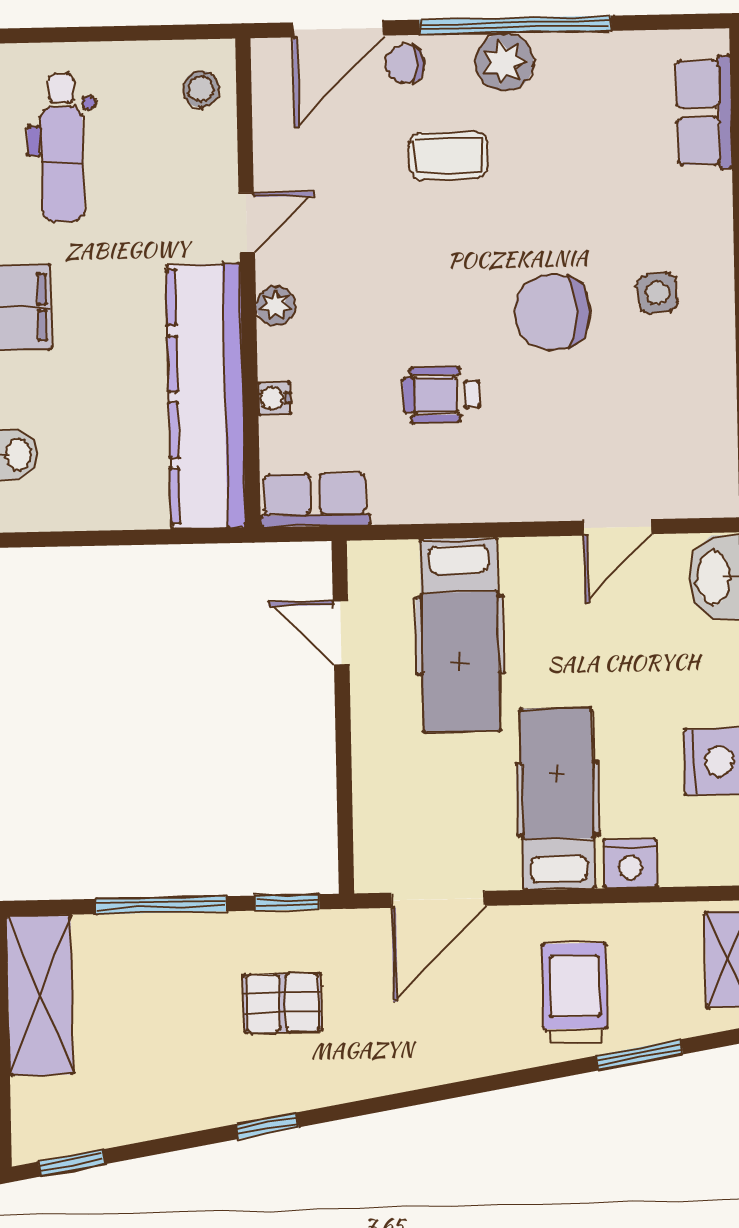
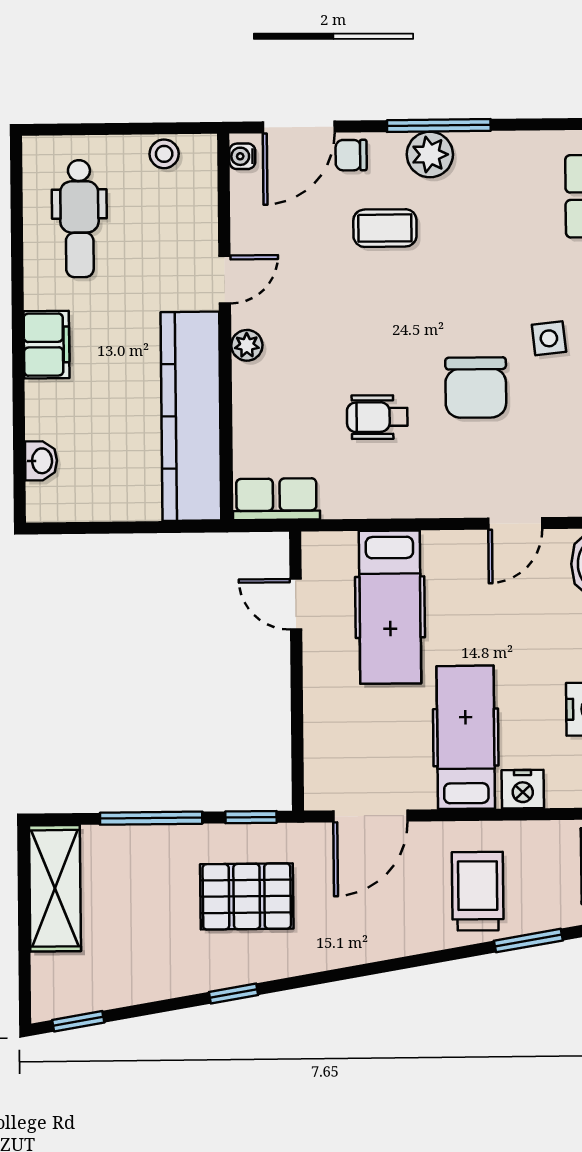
window: (515, 25) -> (439, 126), width x0.68
stool: (201, 89) -> (164, 154), moved
chair: (552, 312) -> (476, 387), moved, turned -90
water cooler: (274, 398) -> (242, 156), moved
pallet: (283, 1003) -> (247, 896), width x1.50, depth x1.42

